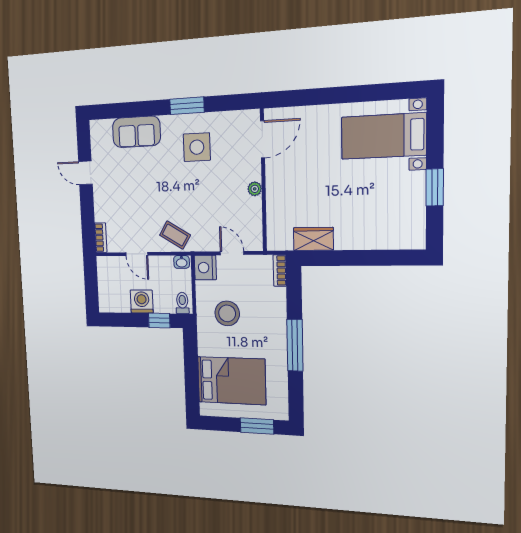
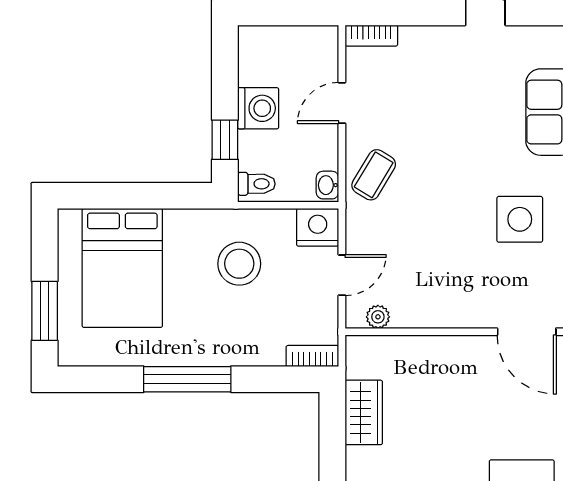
plant: (255, 189) -> (378, 317), moved

